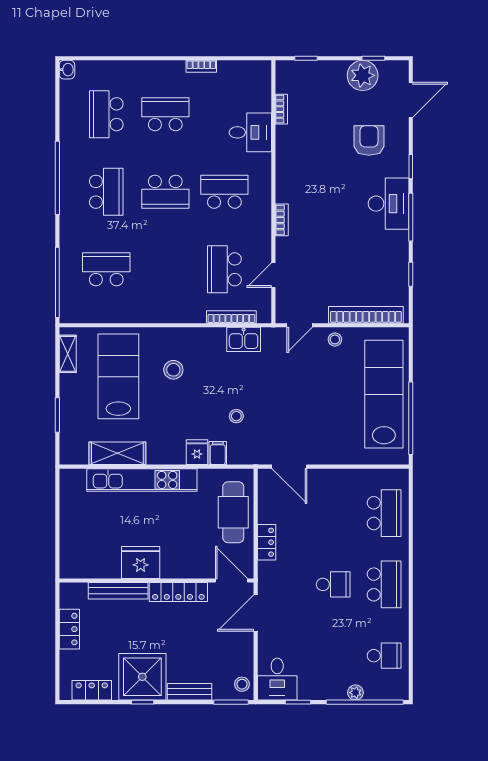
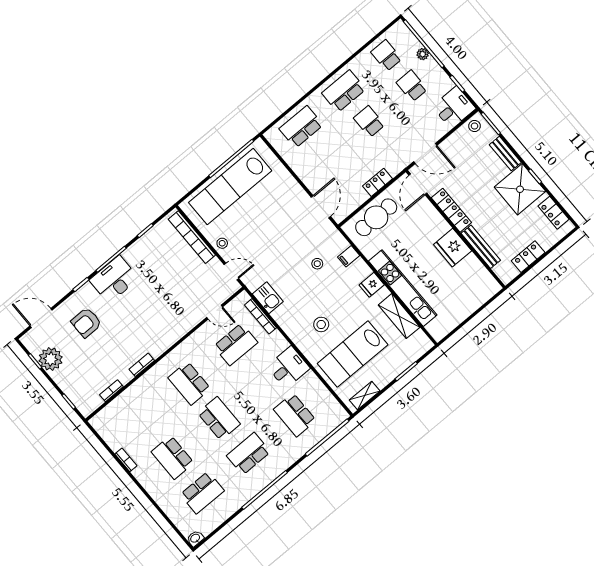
desk: (250, 132) -> (288, 367), moved, turned 90
bookcase: (282, 220) -> (142, 365), moved
fridge: (197, 452) -> (372, 285), moved
school desk: (333, 656) -> (412, 86), added

